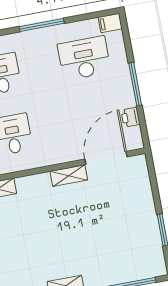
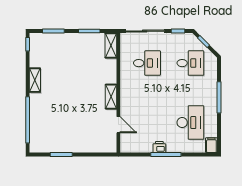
printer: (131, 117) -> (159, 147), moved
door: (106, 158) -> (118, 125), width x0.53

